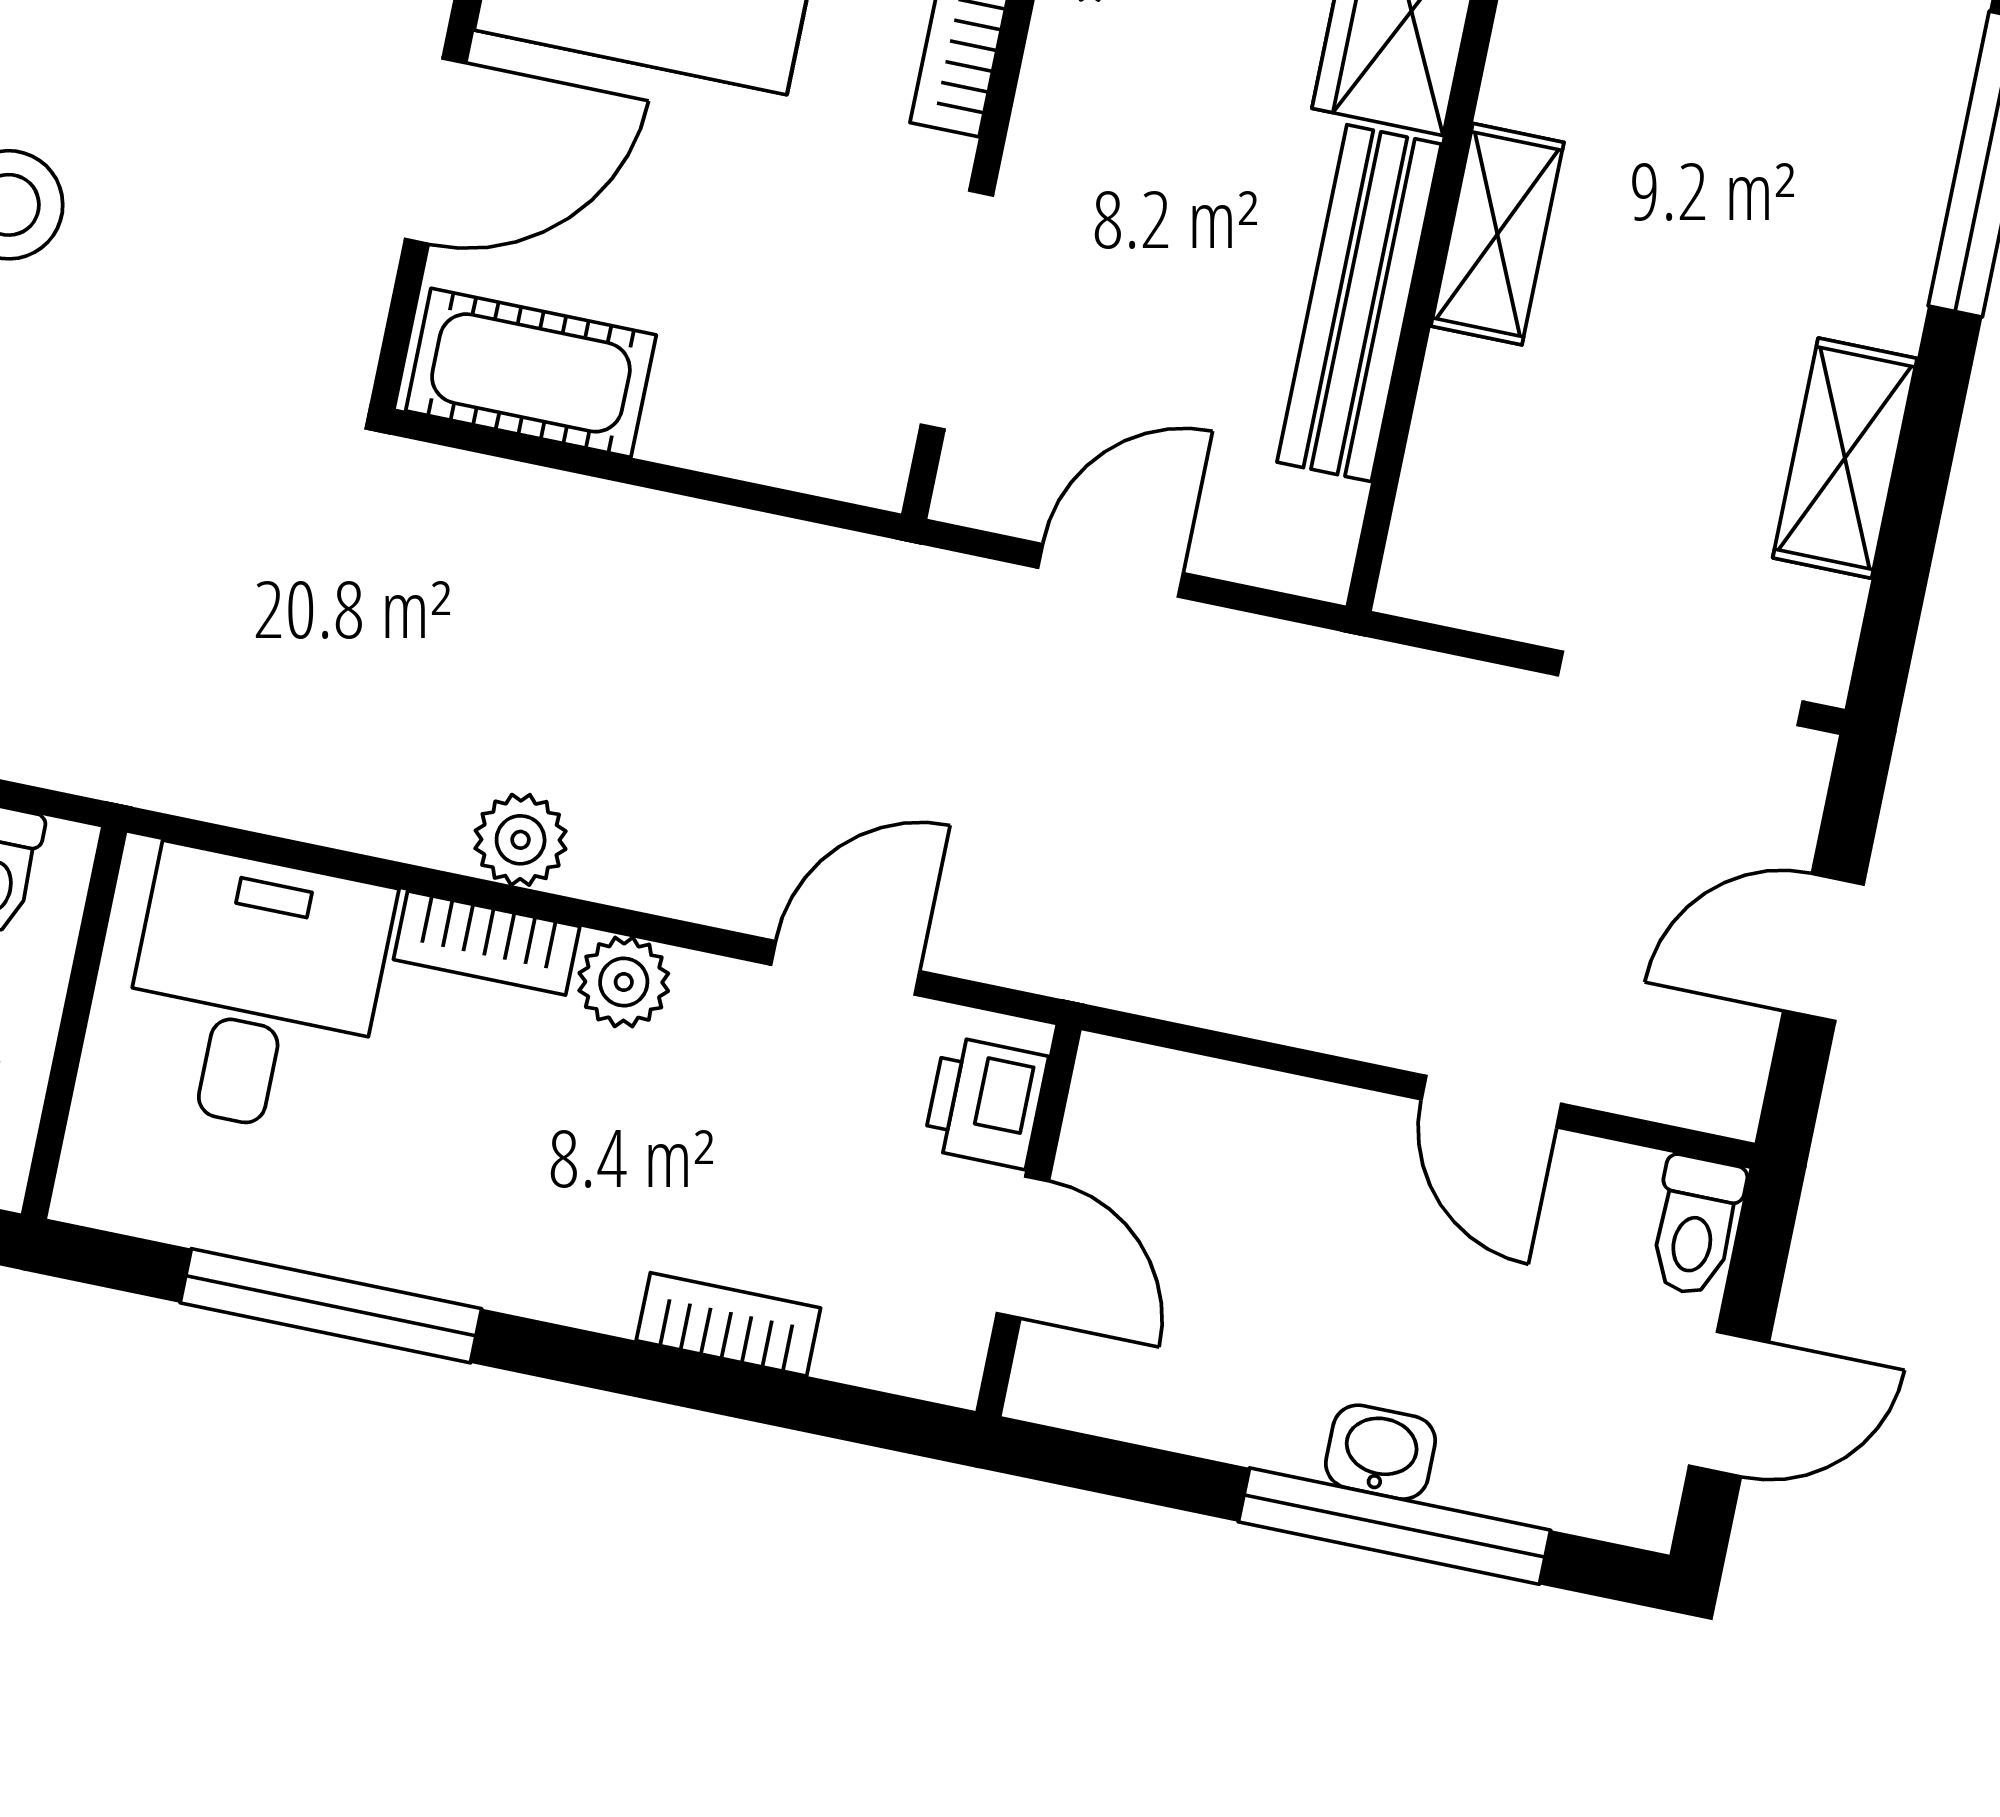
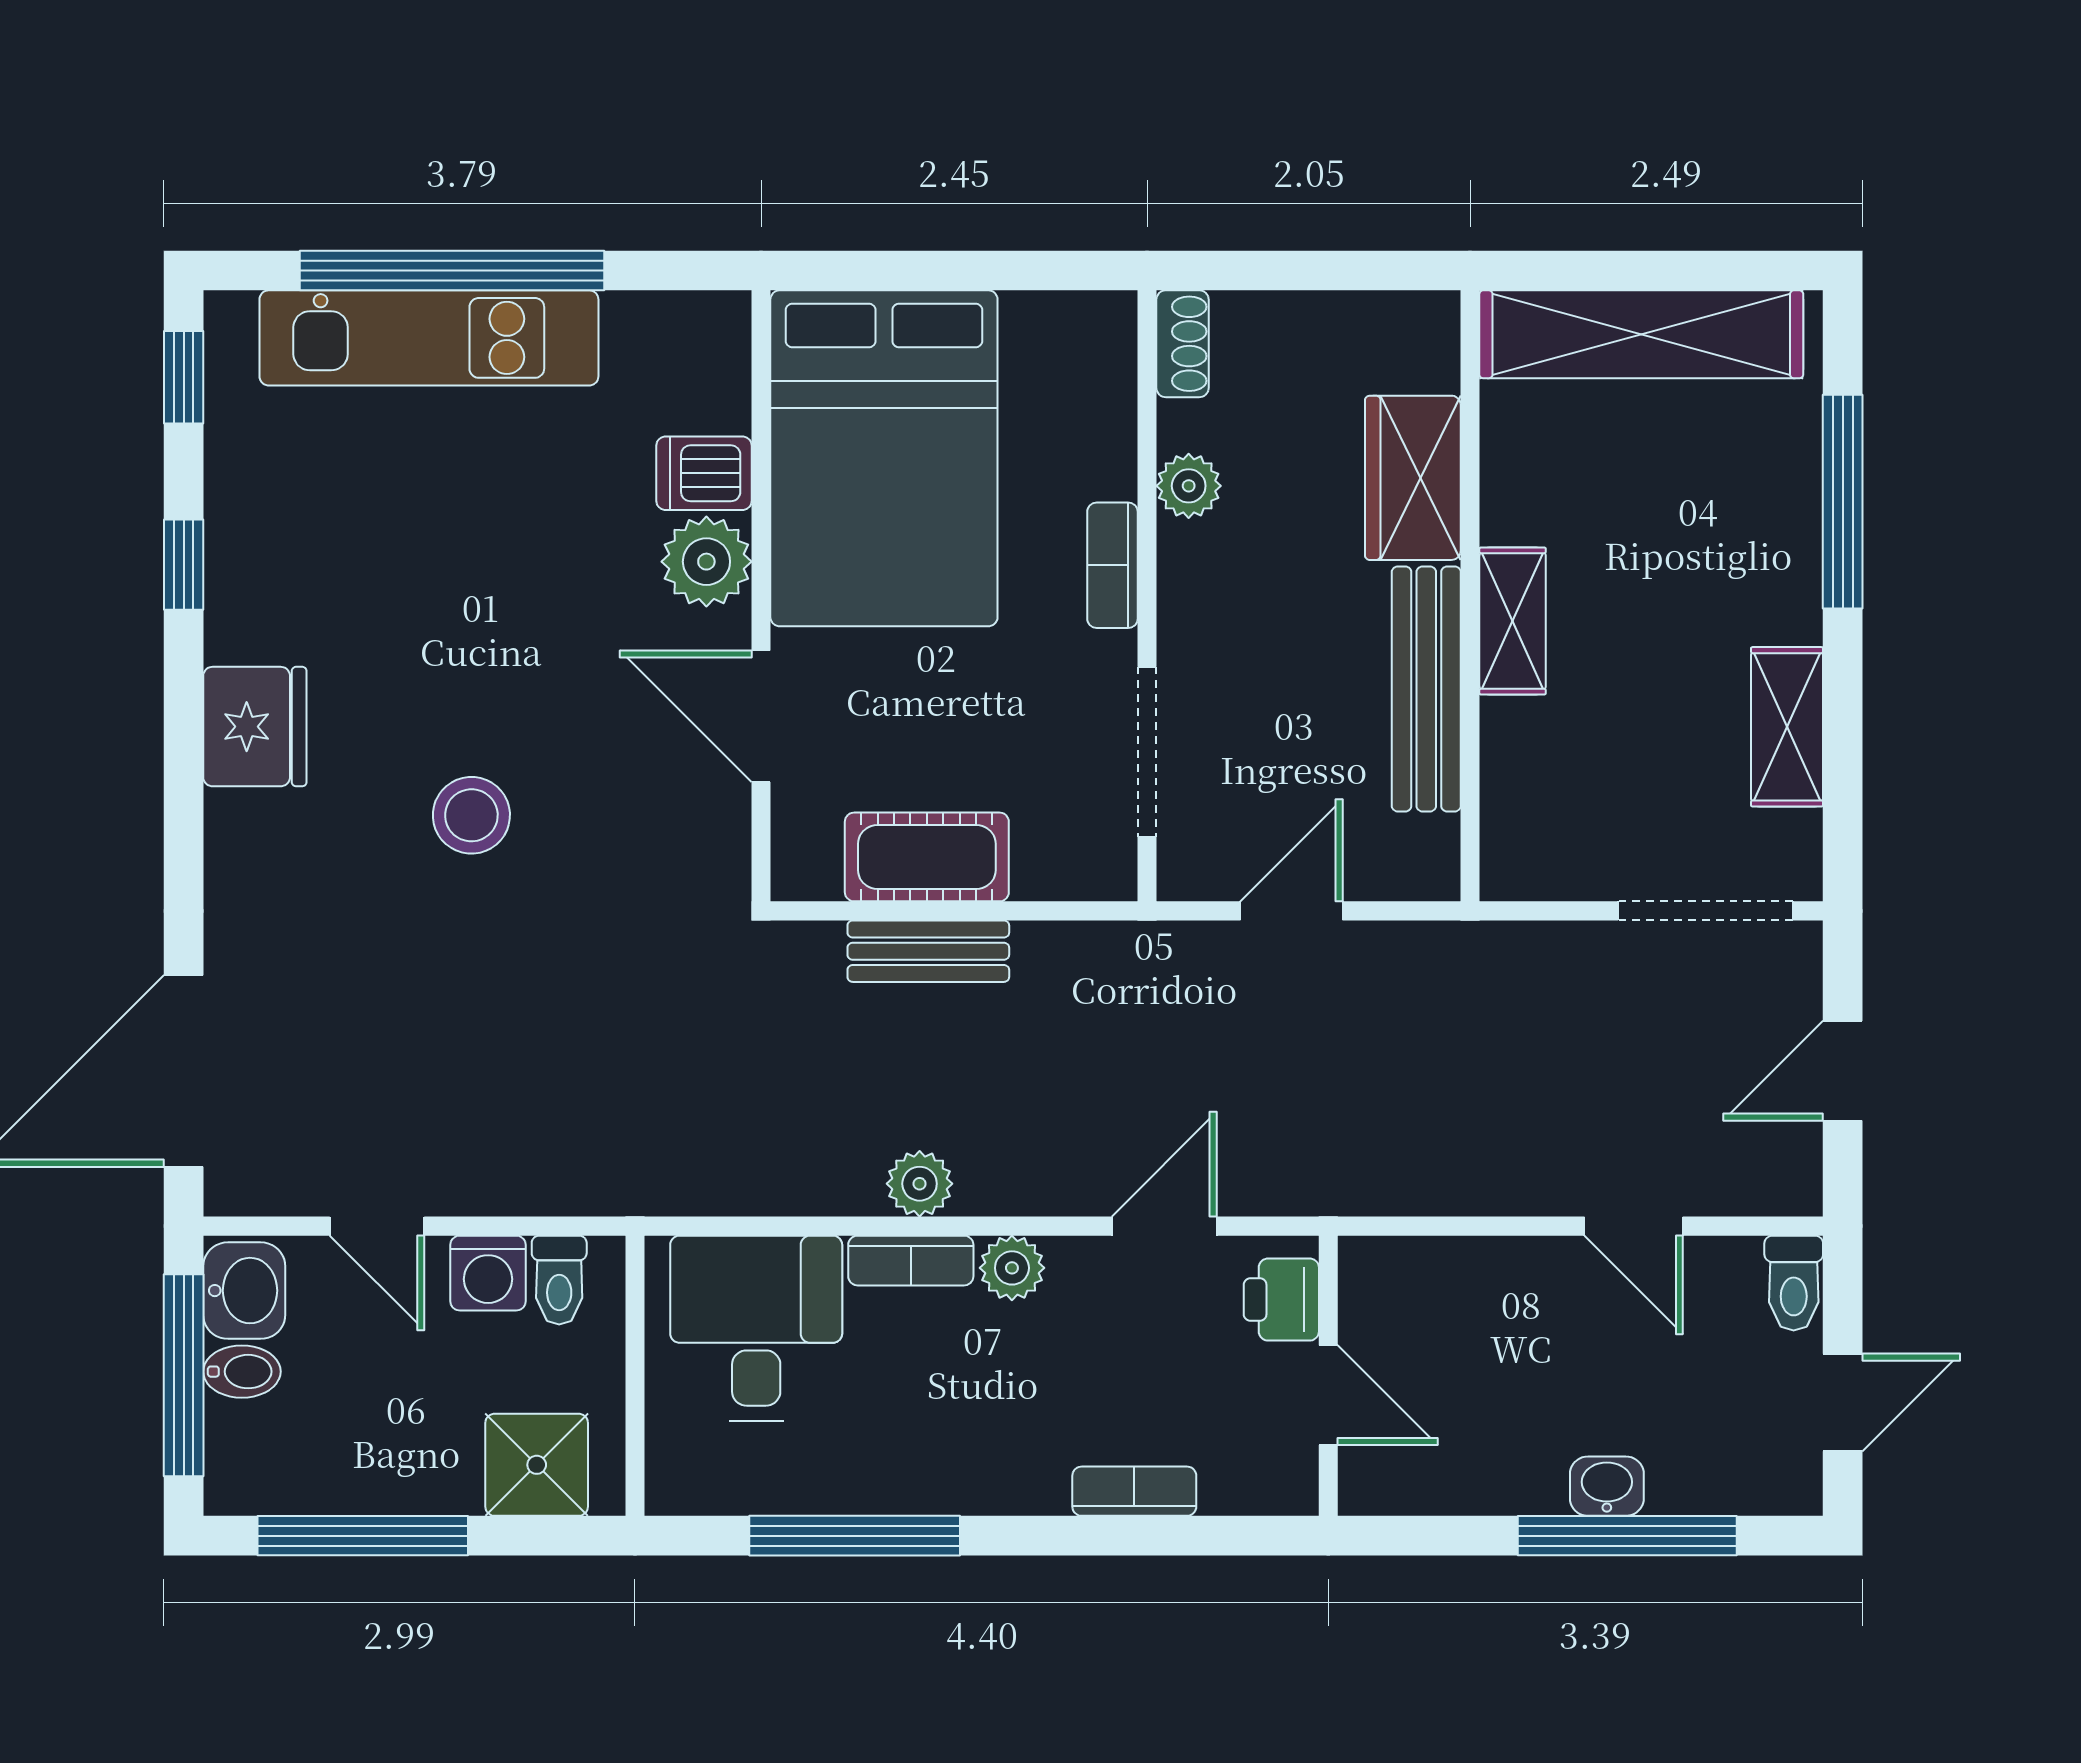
door: (436, 151) -> (761, 716), swing flipped
cot: (531, 373) -> (927, 857), moved
bench: (599, 522) -> (928, 951), added

